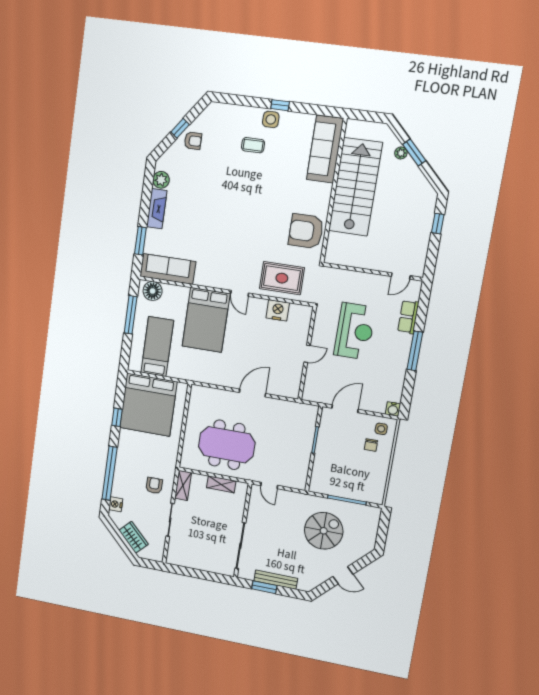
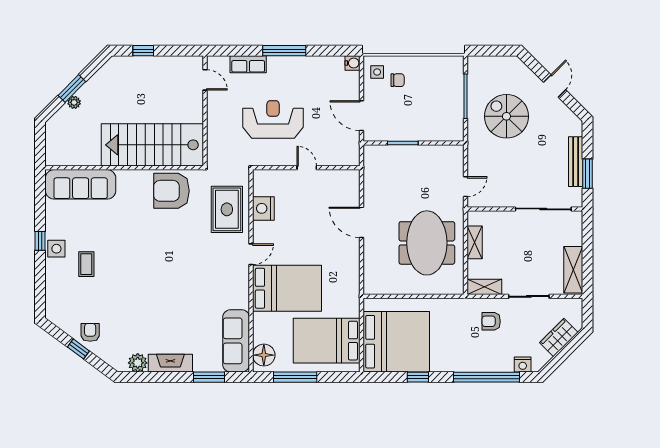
stairs: (355, 187) -> (152, 145), moved
armchair: (306, 231) -> (171, 191), turned 90
bed: (157, 347) -> (327, 341), width x1.50
shelving: (187, 560) -> (573, 270), added

